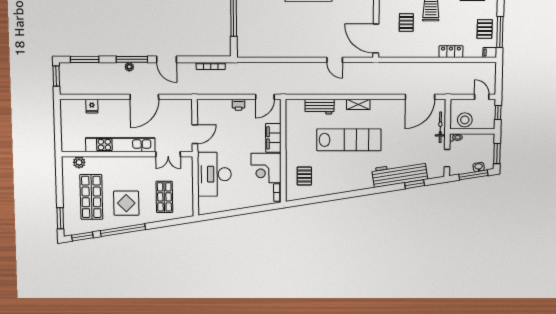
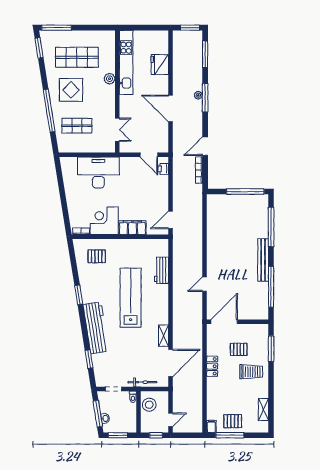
locker: (451, 52) -> (212, 366), moved
door: (166, 59) -> (205, 146), moved
door: (265, 97) -> (171, 220), hinge flipped
door: (420, 97) -> (171, 363), swing flipped
shelving: (358, 104) -> (164, 336), moved
printer: (238, 105) -> (163, 169), moved
fridge: (92, 106) -> (160, 65), width x1.88, depth x1.34
door: (195, 134) -> (149, 155), moved
lab bench: (349, 140) -> (131, 298), turned 180
kitchen unit: (120, 145) -> (126, 62), moved
double door: (168, 154) -> (117, 130), swing flipped
plant: (79, 162) -> (110, 79), moved
workbench: (400, 174) -> (96, 328), moved
window: (345, 195) -> (79, 295), added
window: (60, 218) -> (57, 28), width x1.44
window: (123, 230) -> (49, 111), moved

